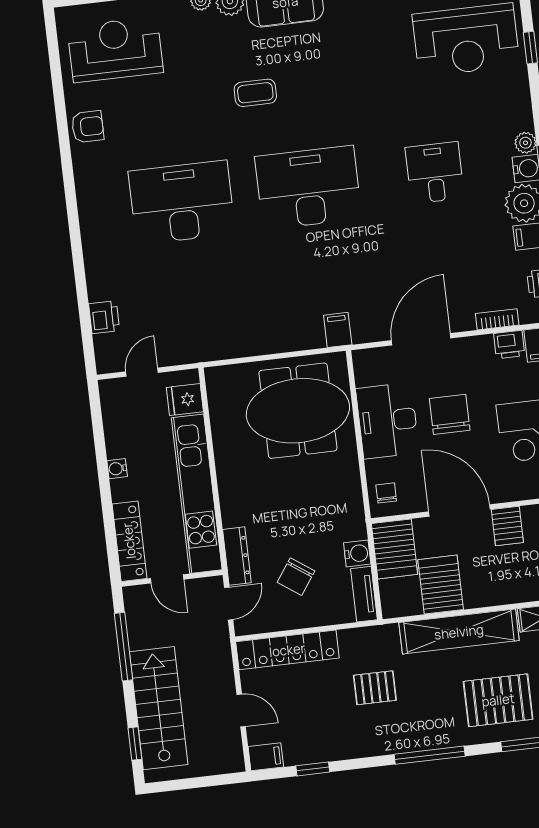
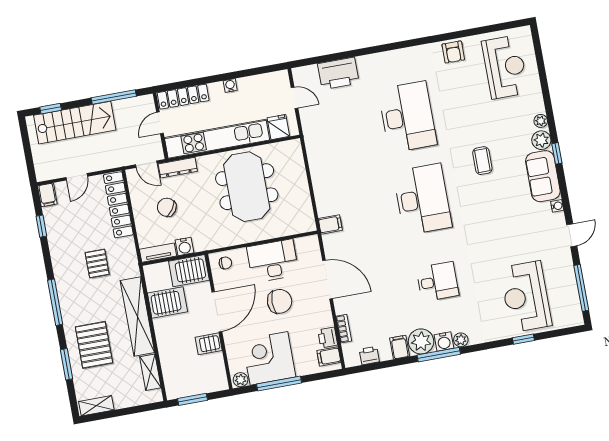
printer: (104, 317) -> (338, 73), width x1.87, depth x1.48
meeting table: (298, 411) -> (247, 187), moved

